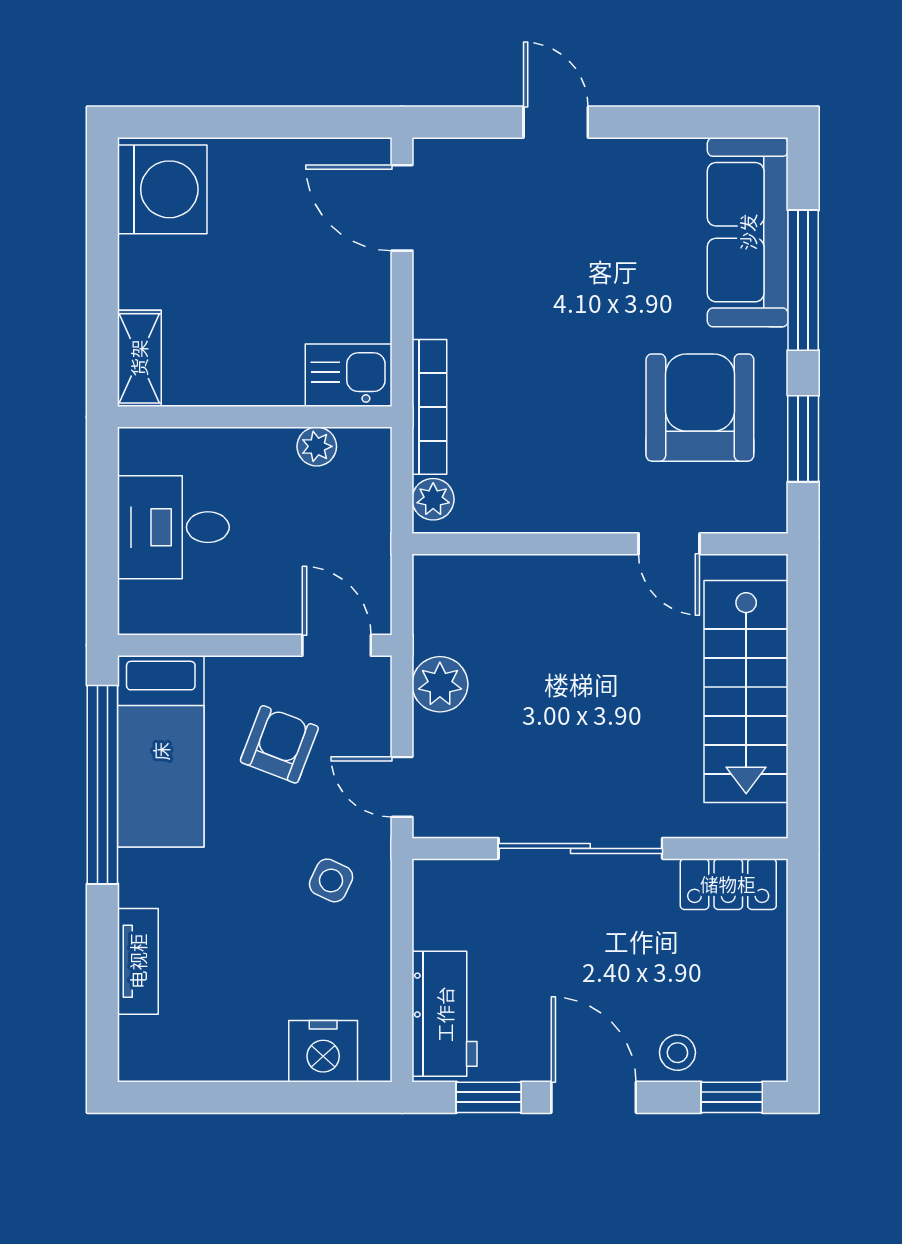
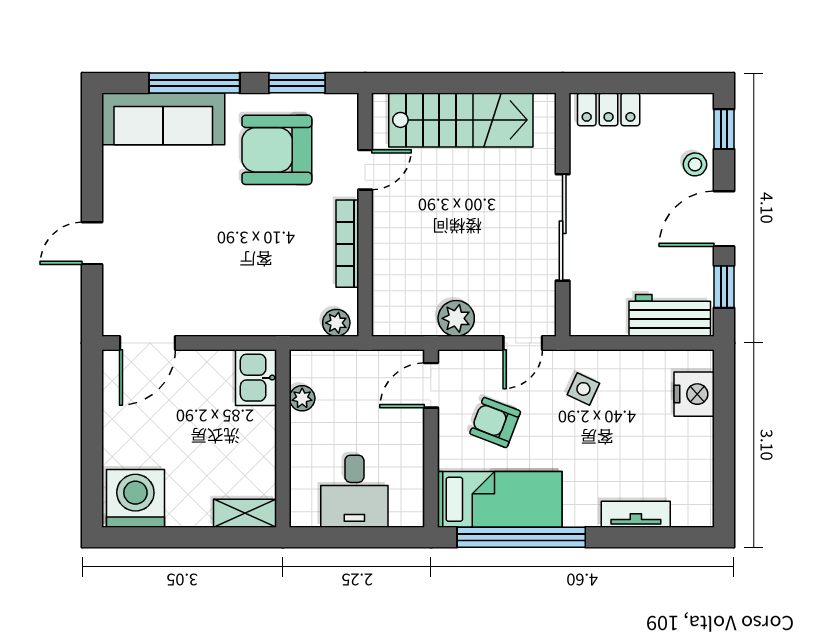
bookcase: (429, 407) -> (347, 244), moved, turned -90
locker: (728, 884) -> (609, 109), moved, turned 90

